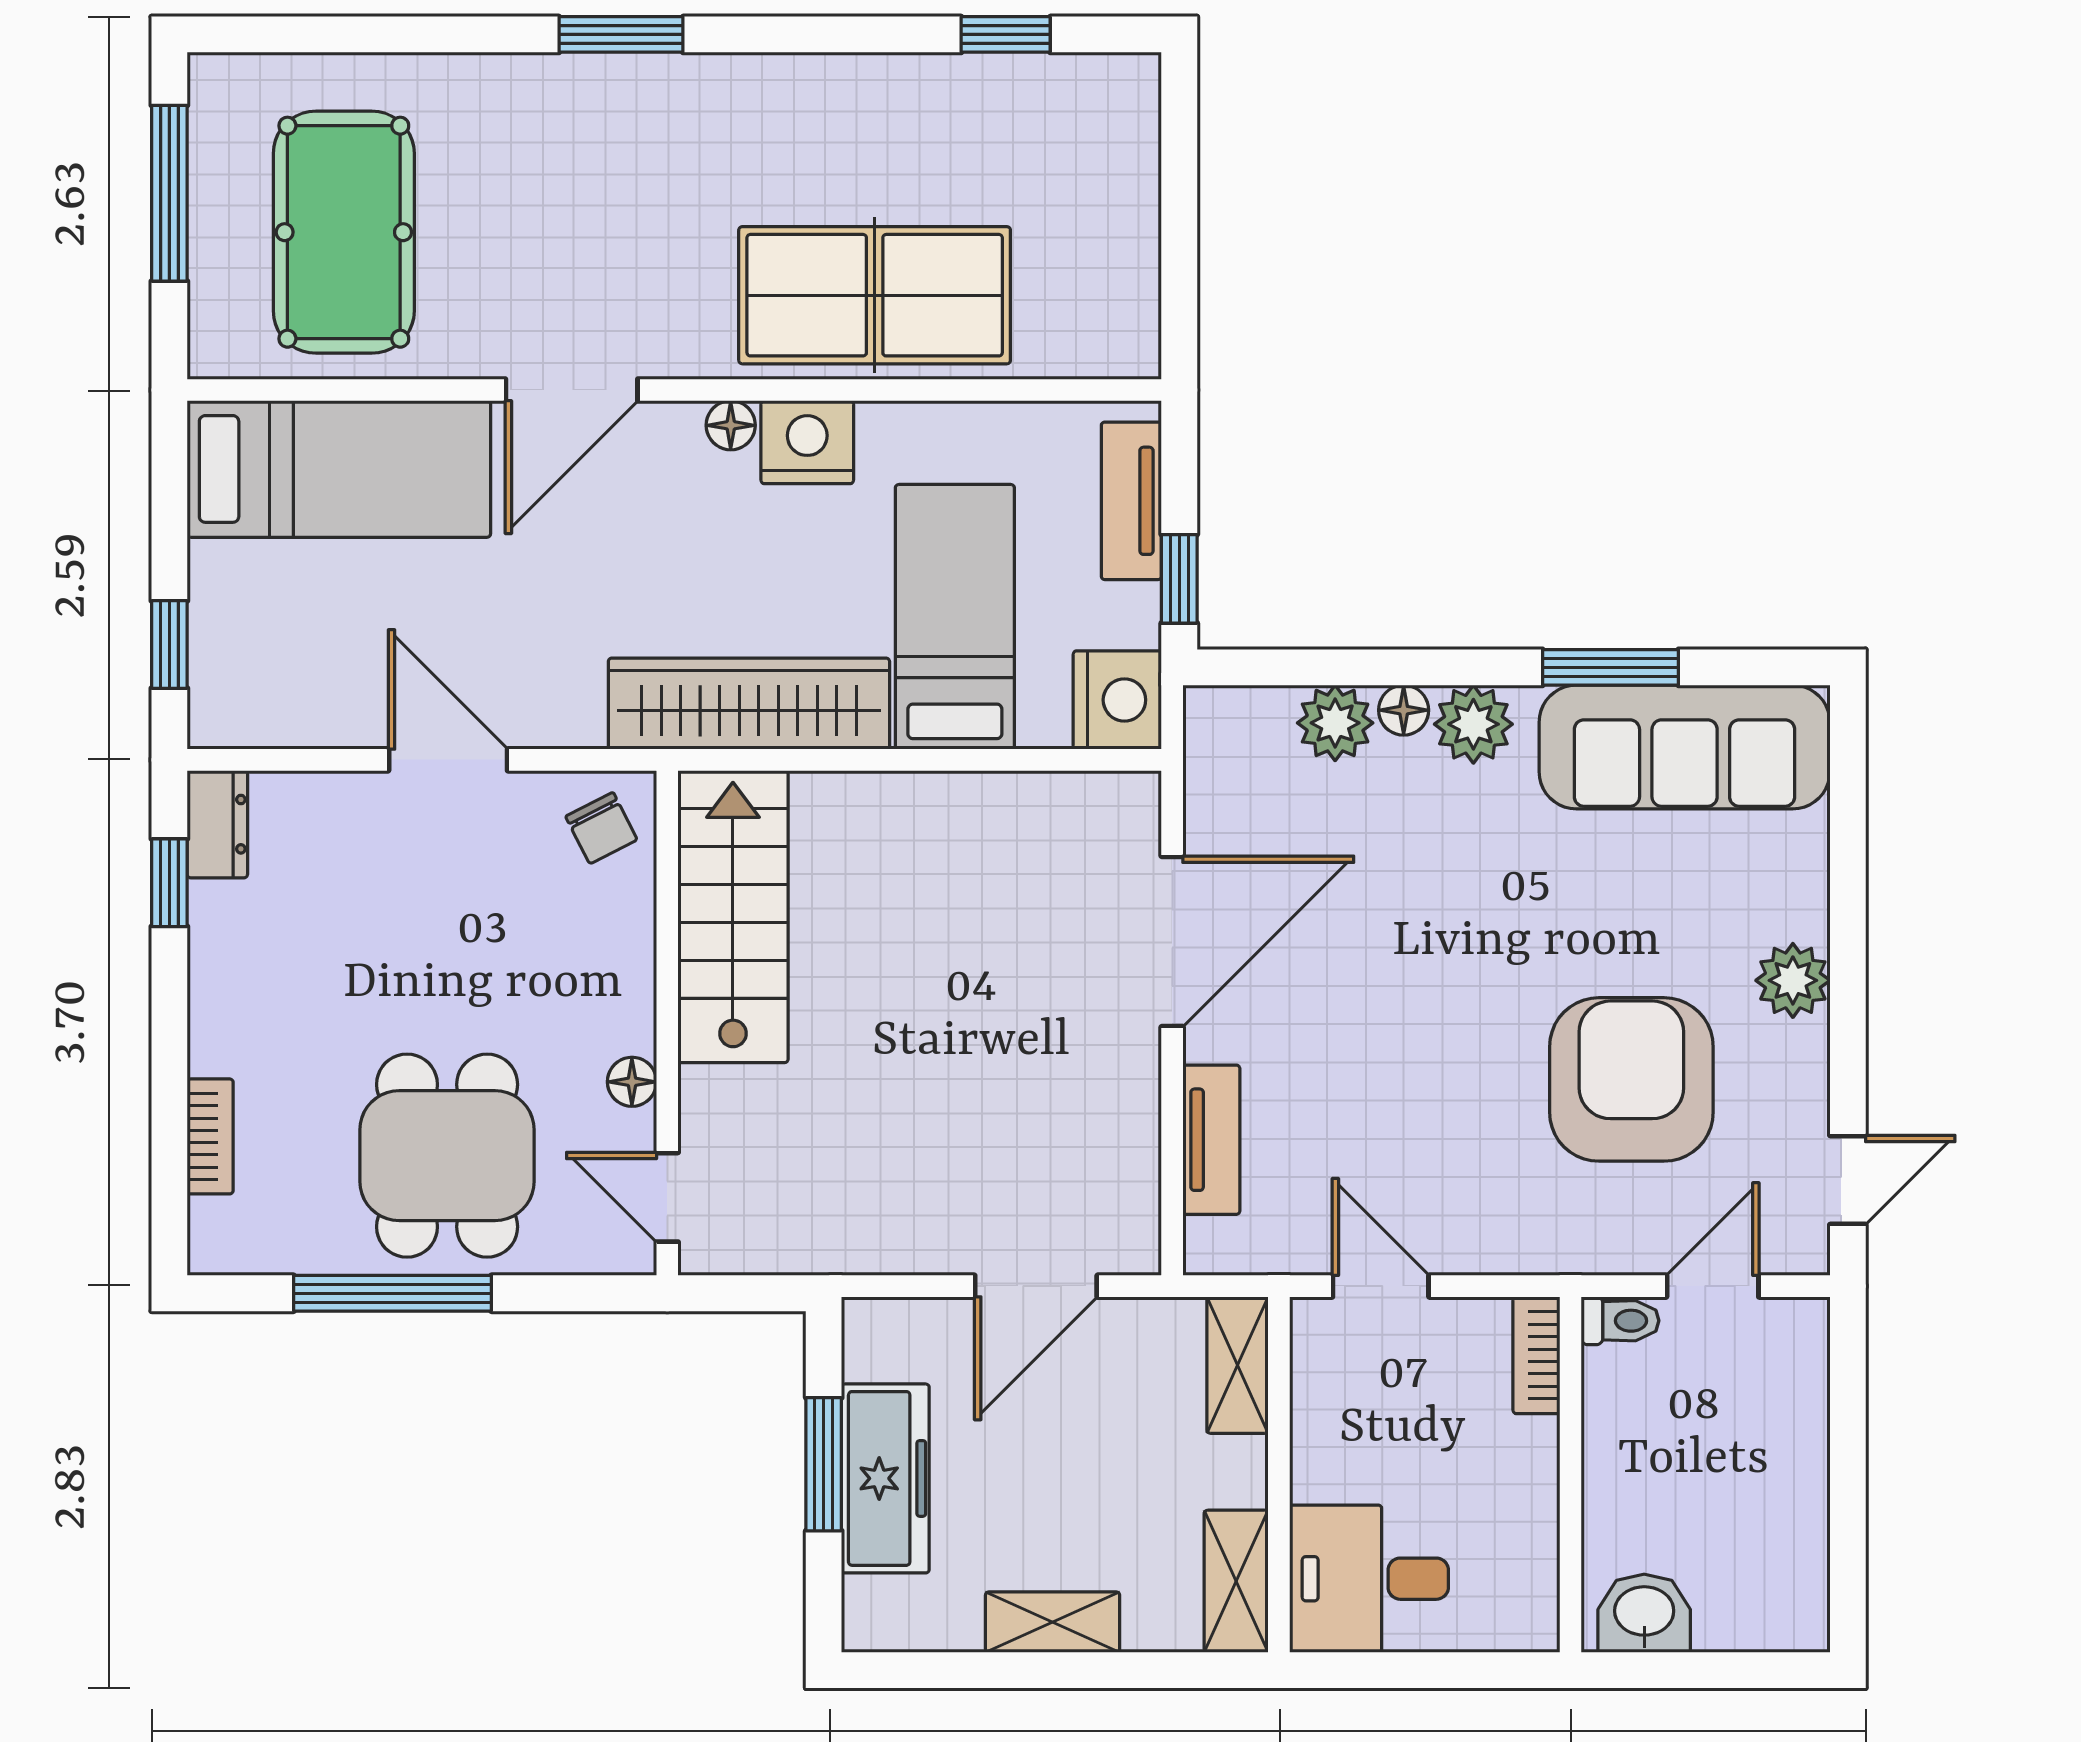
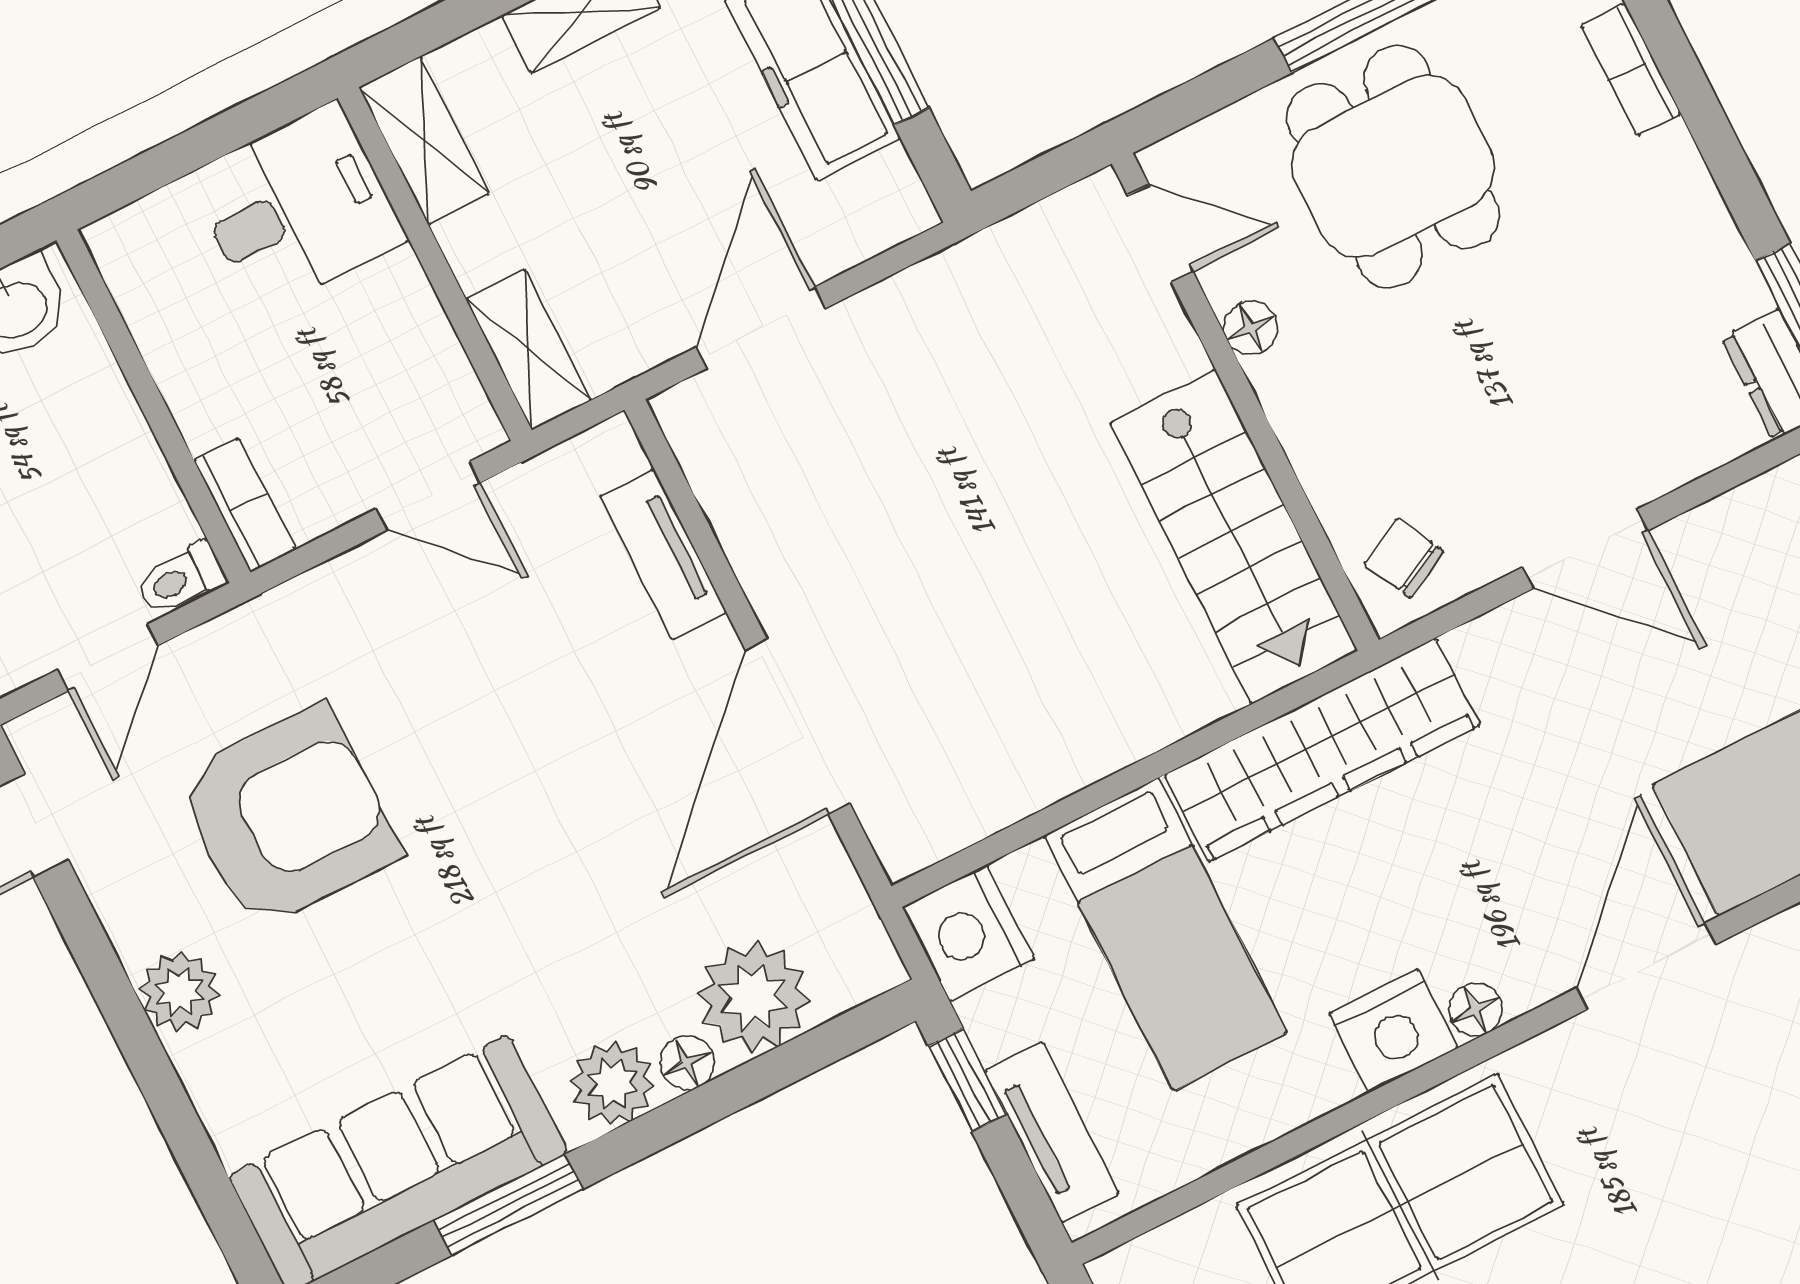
plant: (1335, 723) -> (753, 997), width x1.36, depth x1.36
armchair: (1631, 1079) -> (287, 817), turned -90

